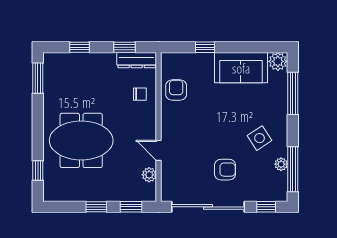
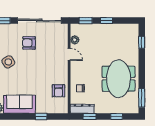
meeting table: (81, 140) -> (119, 79), moved, turned 90

